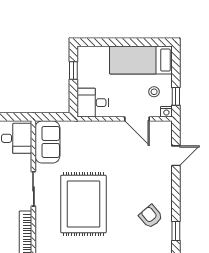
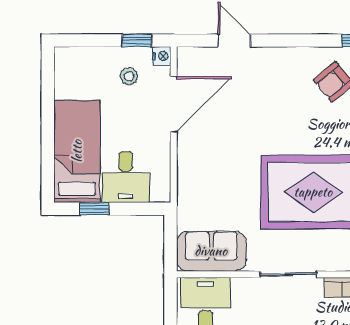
bed: (141, 60) -> (77, 151), moved, turned 180
desk: (93, 103) -> (126, 177), moved
door: (137, 119) -> (174, 104), width x1.36

